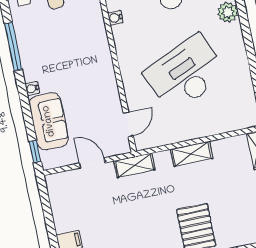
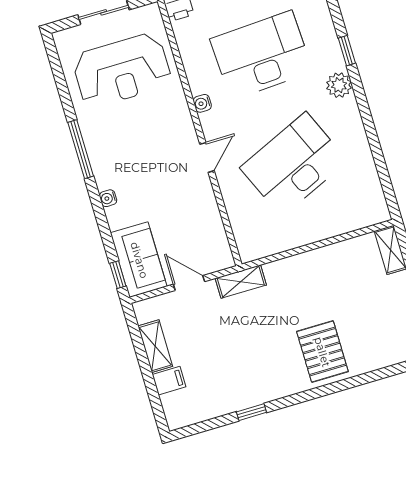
sofa: (49, 121) -> (139, 260), moved
door: (128, 124) -> (207, 157), moved
shelving: (192, 154) -> (155, 346), moved, turned 90

